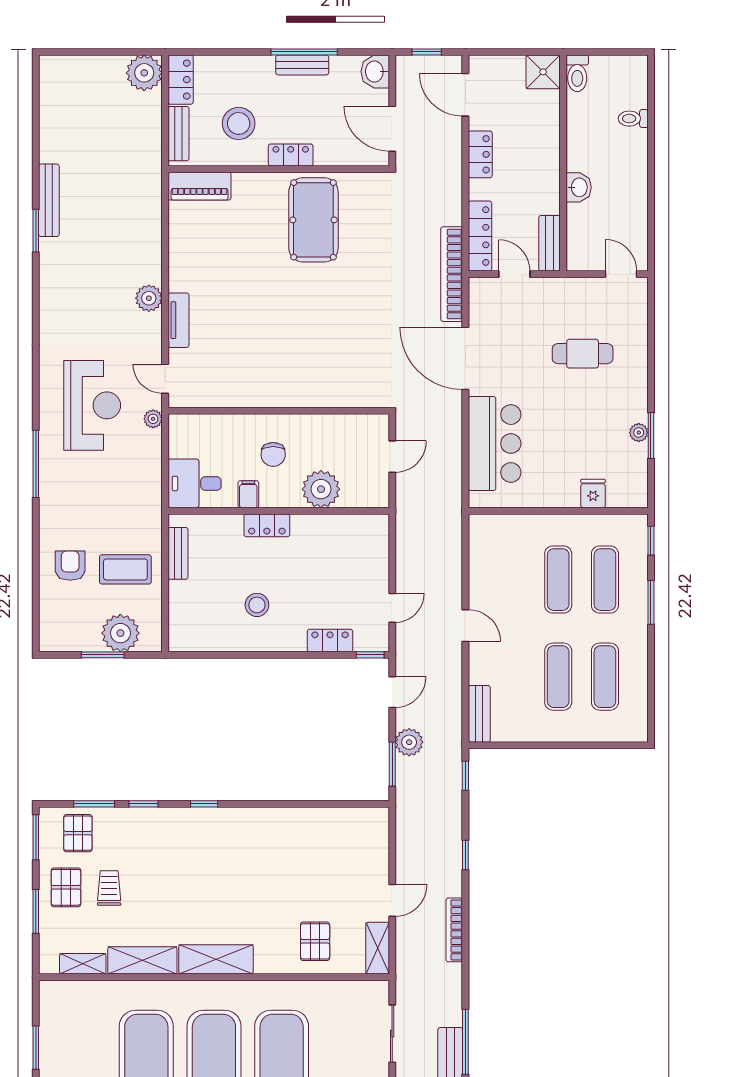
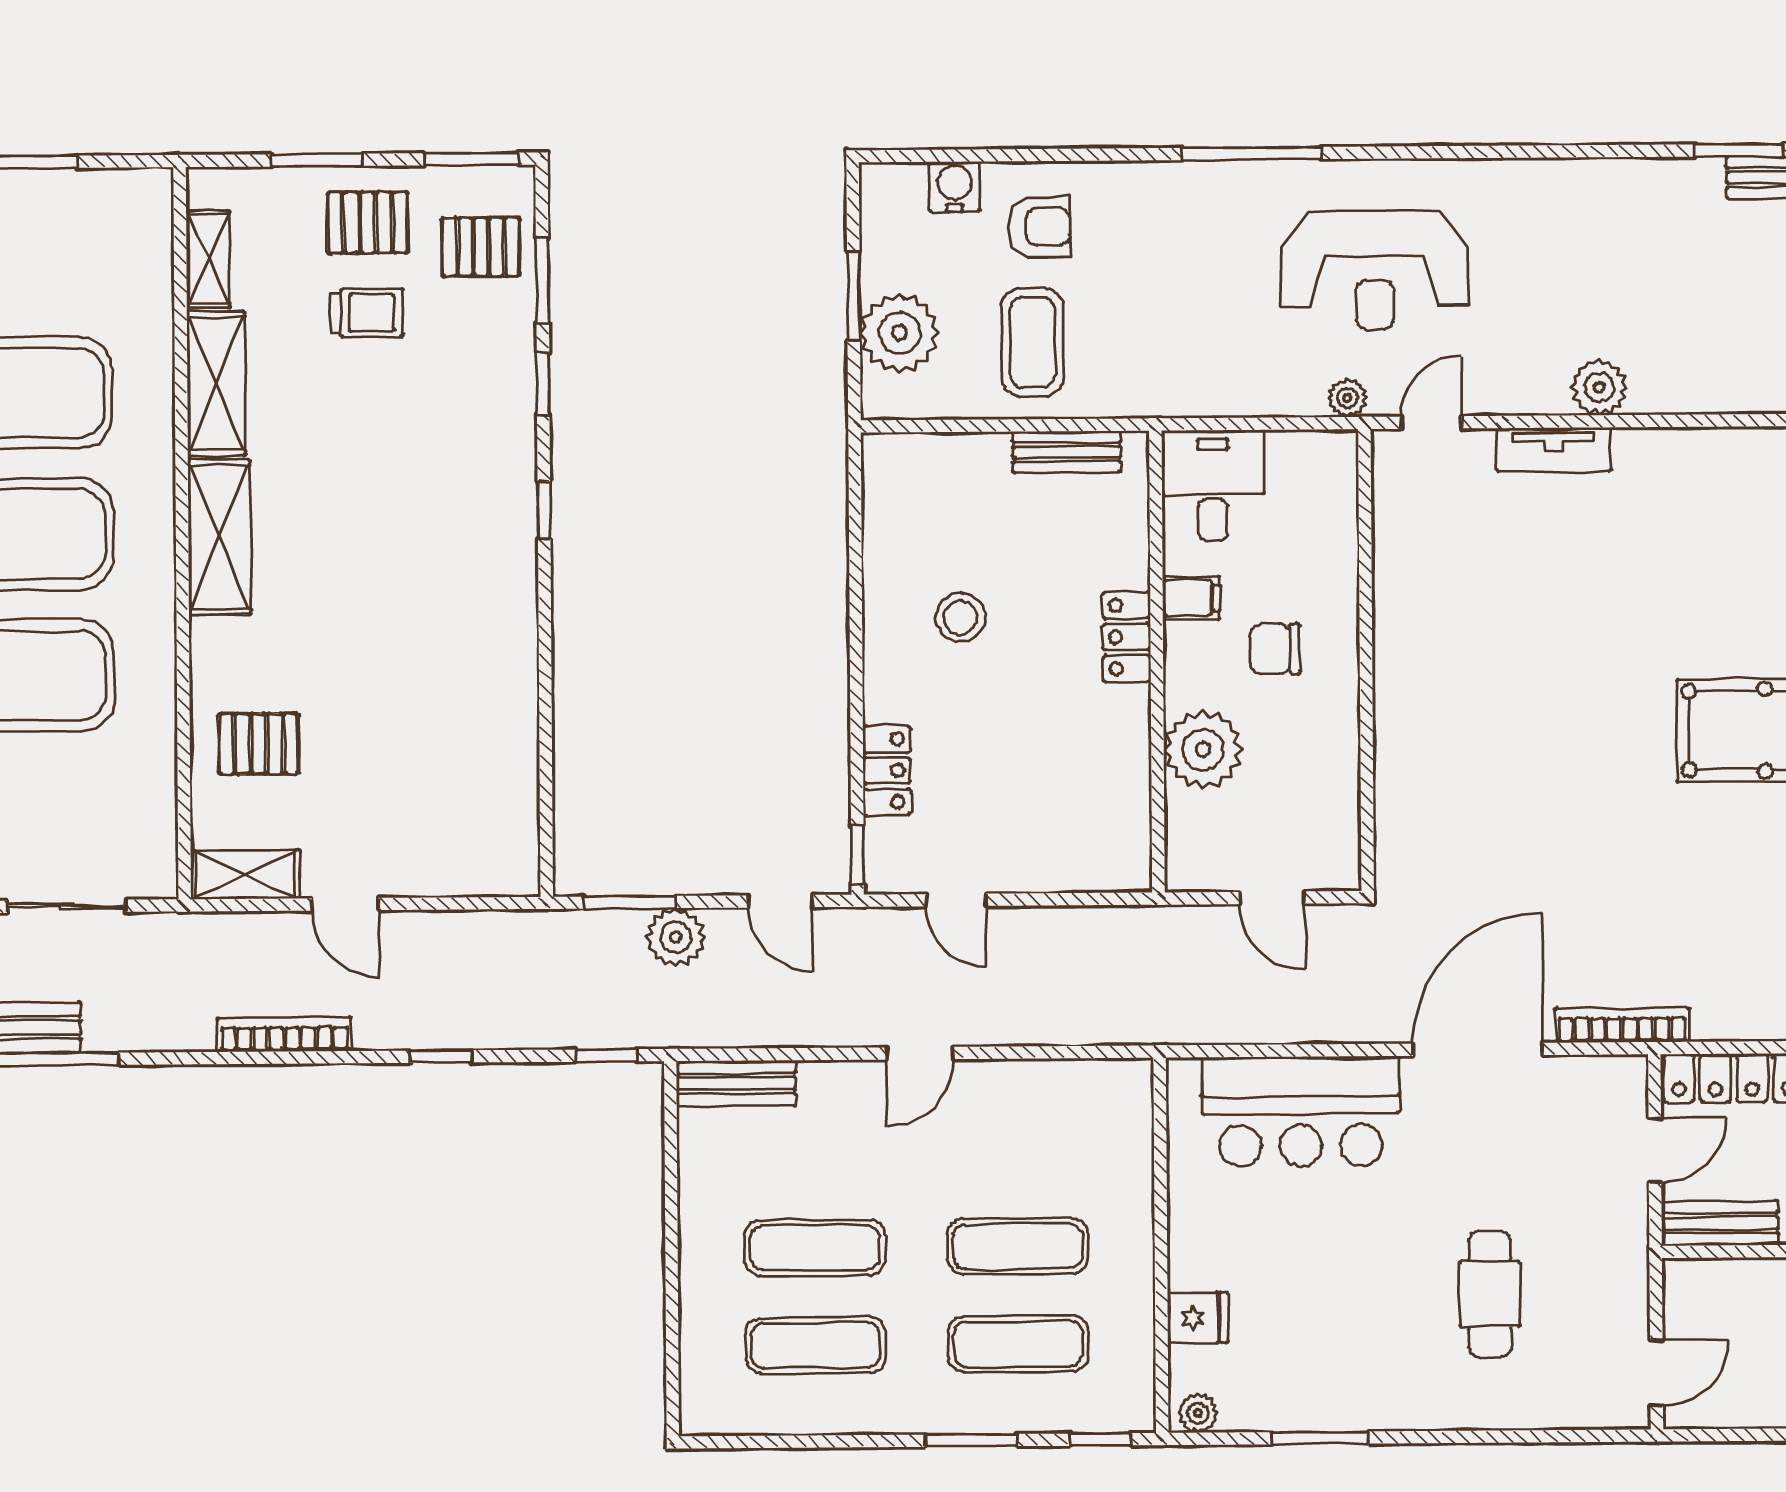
bookcase: (452, 274) -> (1622, 1025), width x0.68, depth x0.76
plant: (639, 433) -> (1198, 1413), moved
water cooler: (51, 606) -> (955, 187), added

